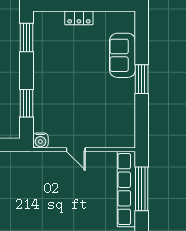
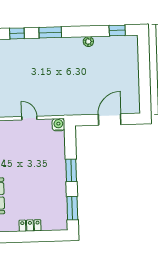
window: (26, 103) -> (71, 170), moved

